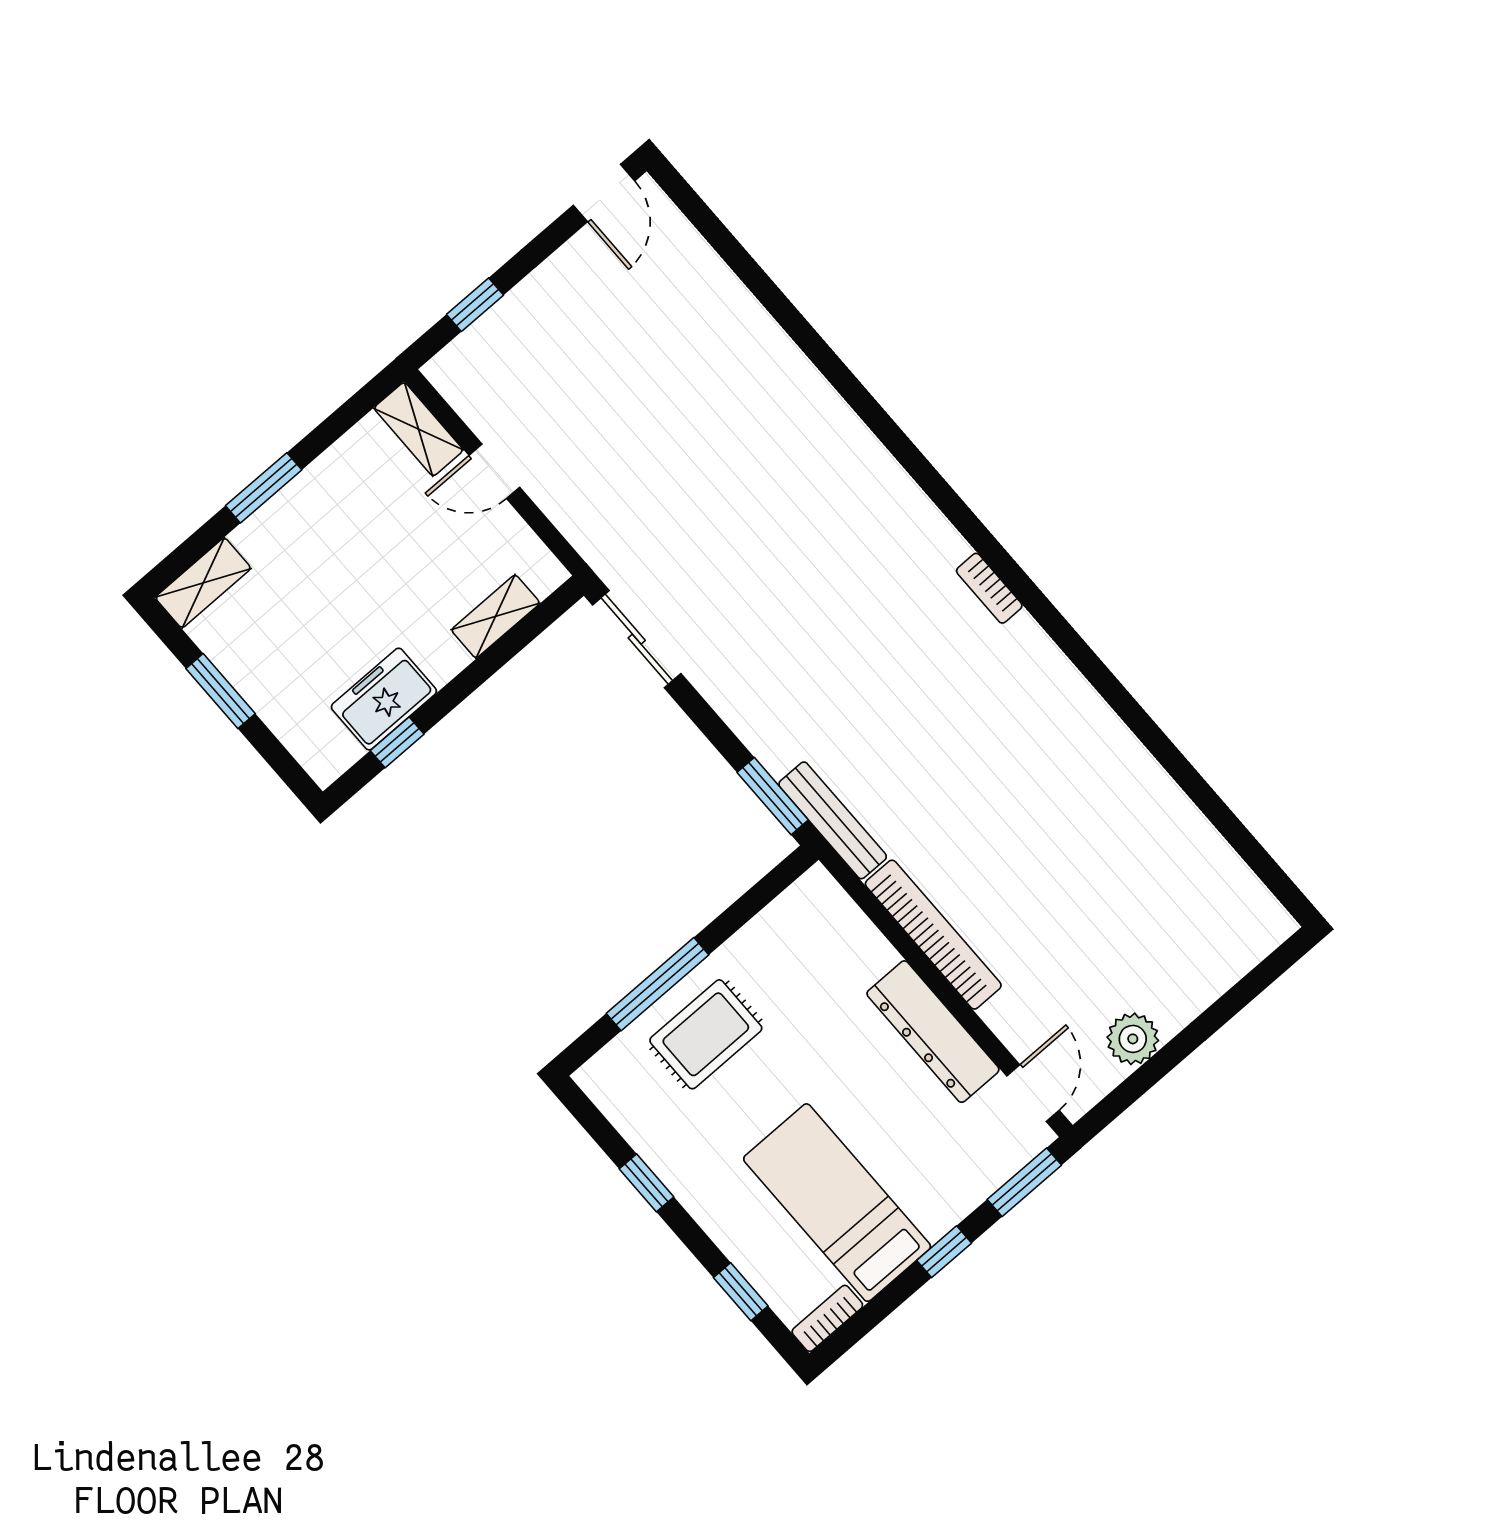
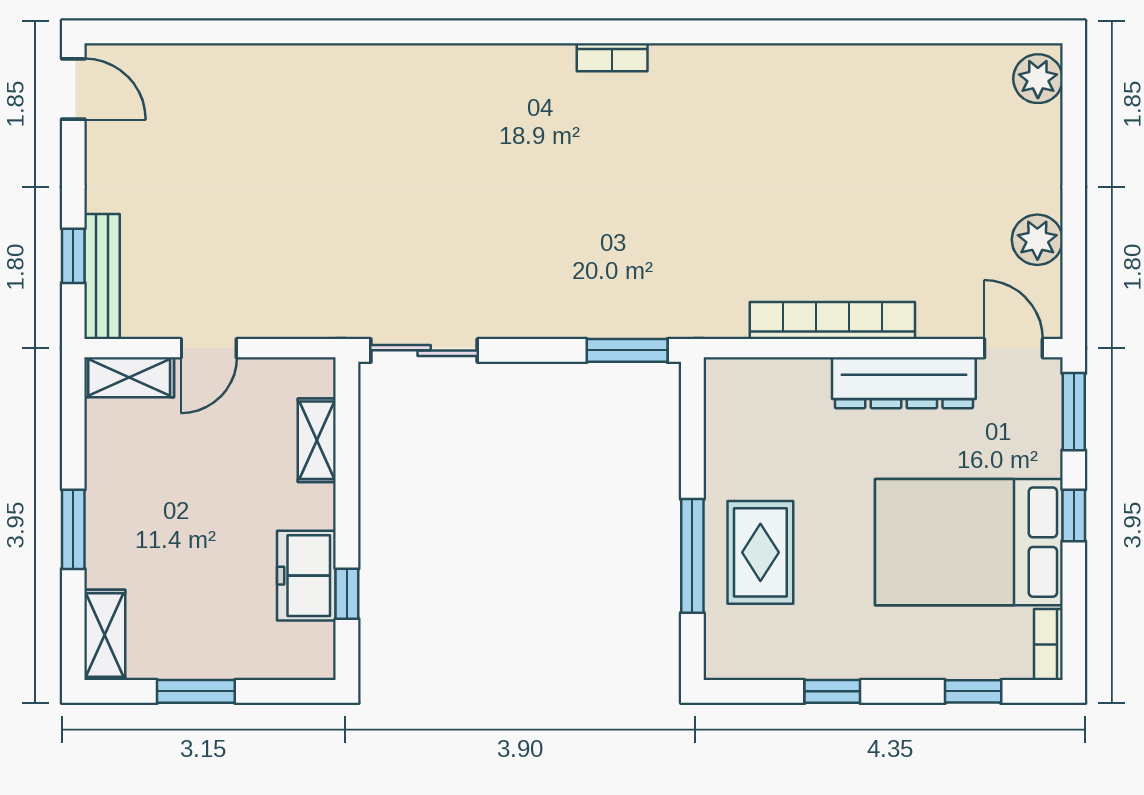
bench: (833, 820) -> (102, 277), moved, turned 90
plant: (1258, 932) -> (1038, 79), added
bed: (837, 1203) -> (969, 542), width x1.50

